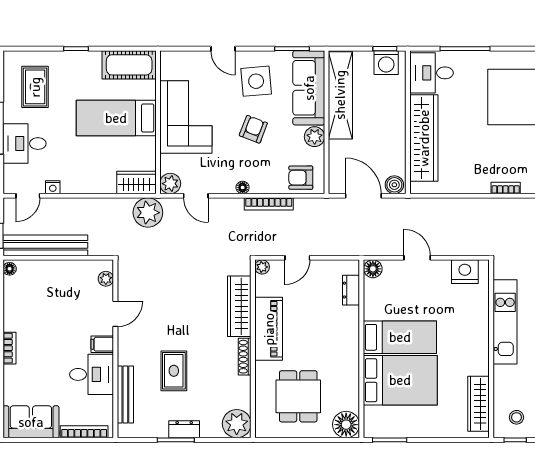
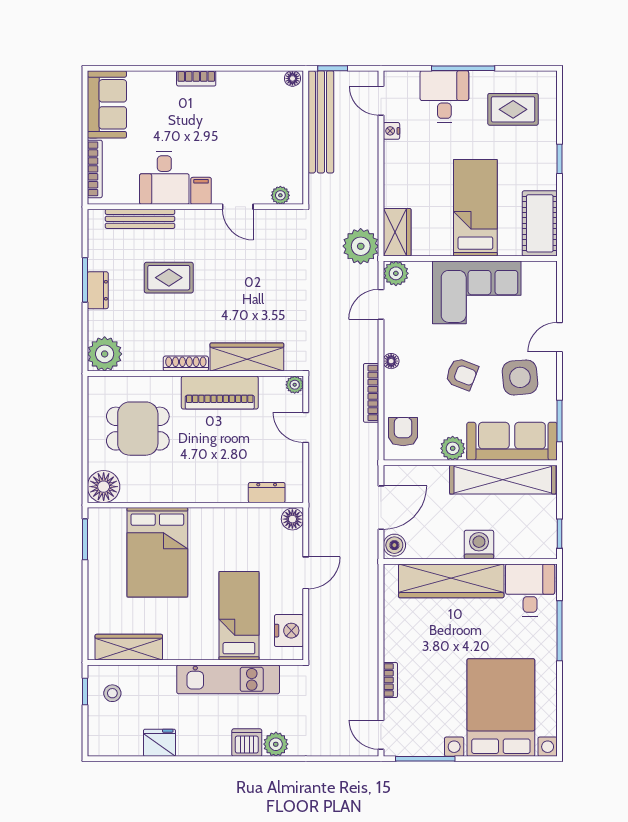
washing machine: (386, 63) -> (479, 545), moved, turned 90
bed: (400, 337) -> (239, 616), moved, turned 180

